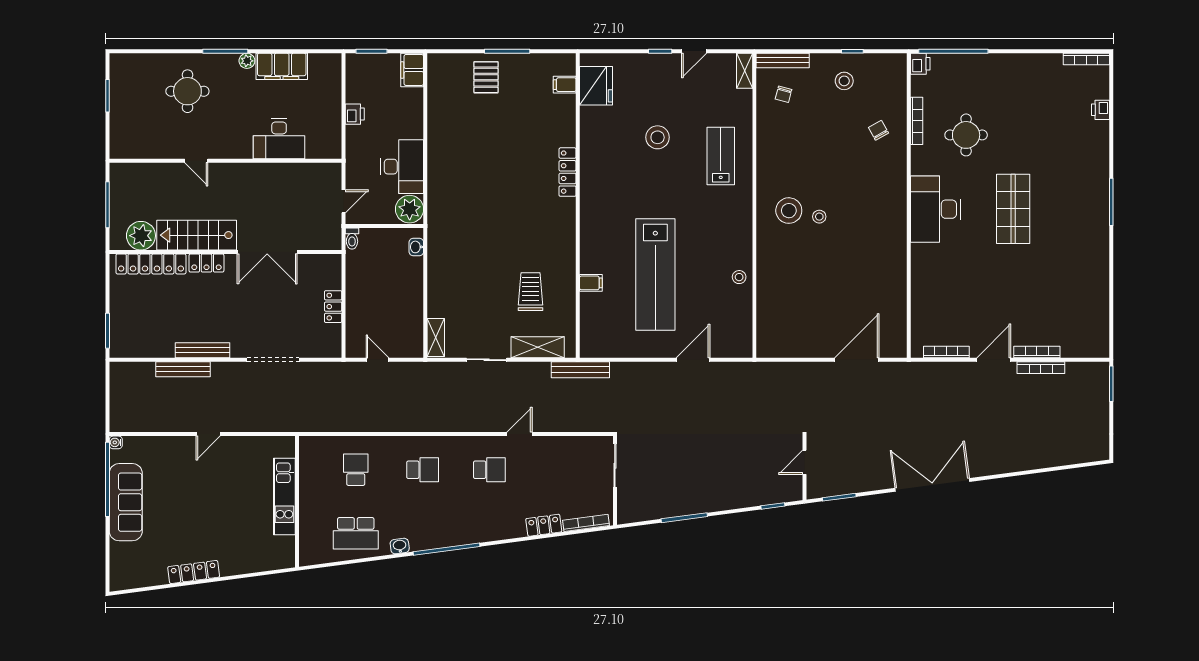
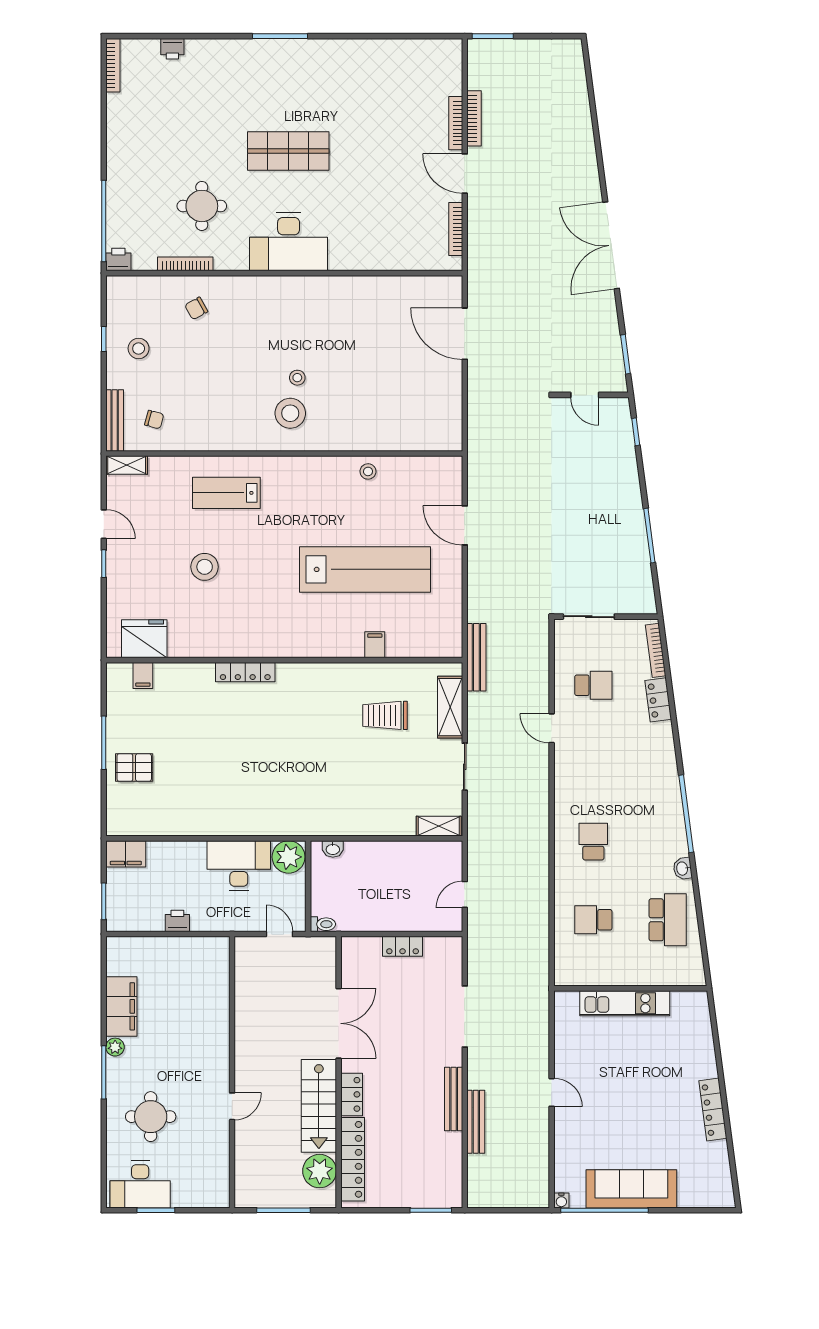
desk: (279, 139) -> (140, 1184), moved, turned 90
school desk: (489, 470) -> (593, 685), moved, turned 90

